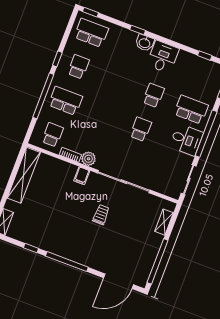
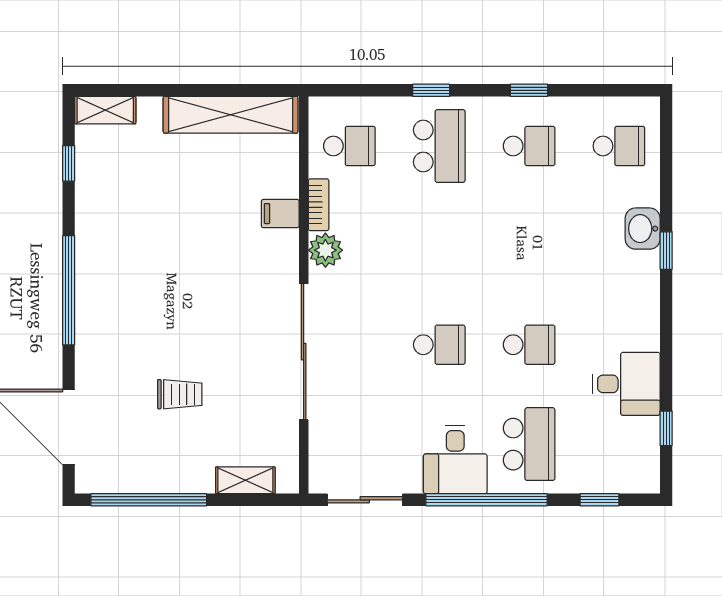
window: (90, 12) -> (666, 126), removed
school desk: (91, 33) -> (619, 146), width x0.54
washbasin: (145, 43) -> (643, 229), moved
desk: (163, 57) -> (626, 384), moved
window: (43, 96) -> (431, 90), width x0.32
filing cabinet: (82, 176) -> (280, 214), moved
trolley: (101, 215) -> (180, 394), moved
window: (31, 248) -> (69, 163), moved

